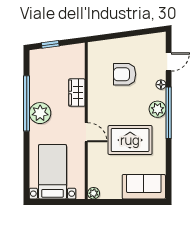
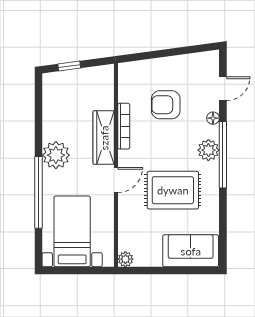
bookcase: (92, 91) -> (124, 126), added
wardrobe: (77, 93) -> (104, 138), width x1.50
window: (27, 103) -> (38, 192), moved
door: (86, 132) -> (116, 180), hinge flipped

